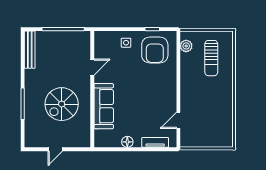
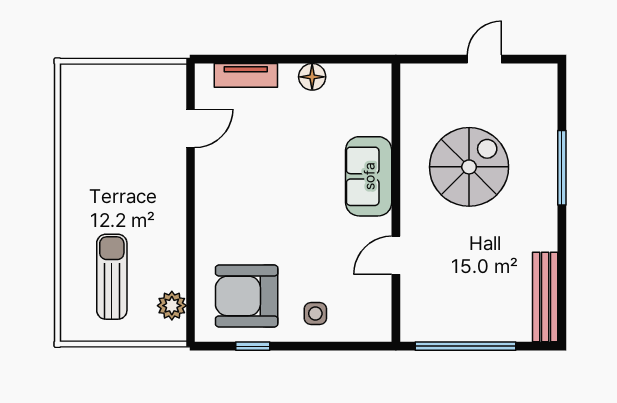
armchair: (155, 50) -> (247, 296), turned -90
sofa: (104, 106) -> (369, 176), width x0.73

